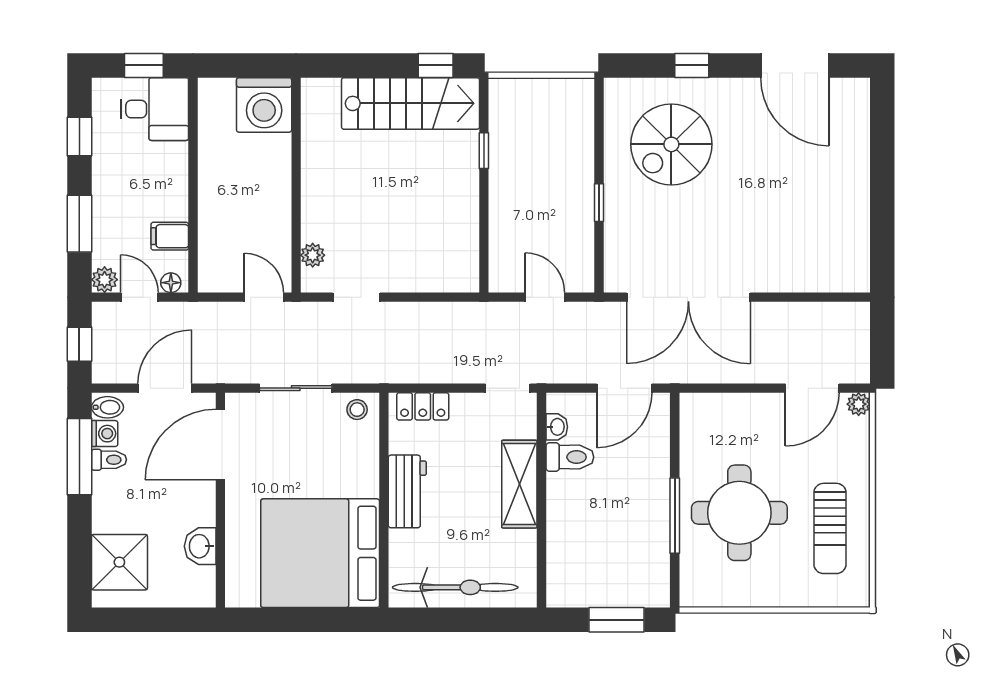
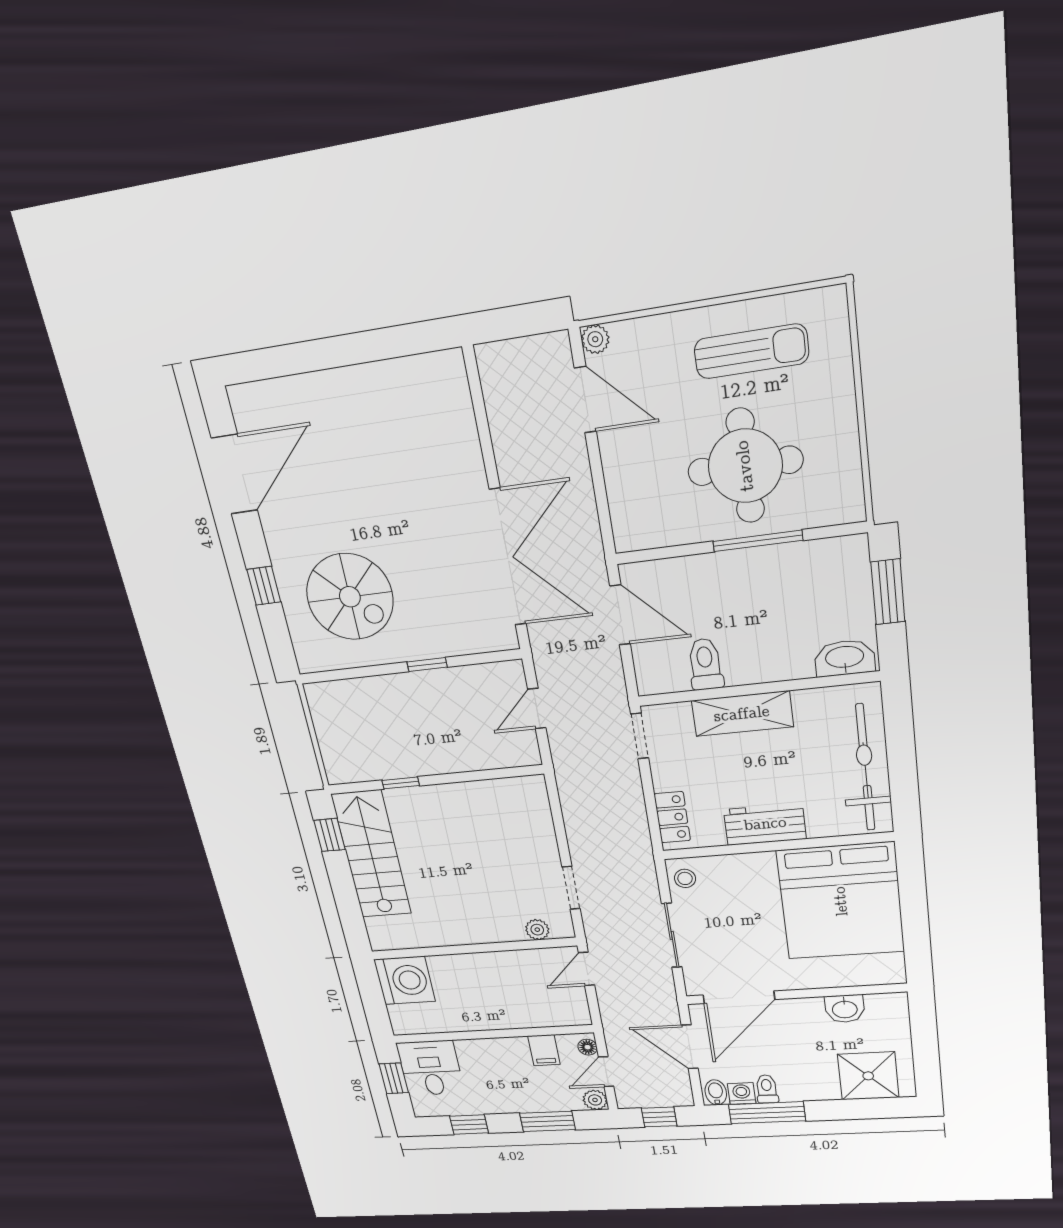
washbasin: (557, 427) -> (845, 658), moved, width x1.91, depth x1.45
door: (220, 445) -> (739, 997), hinge flipped

